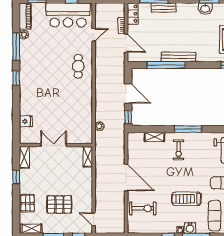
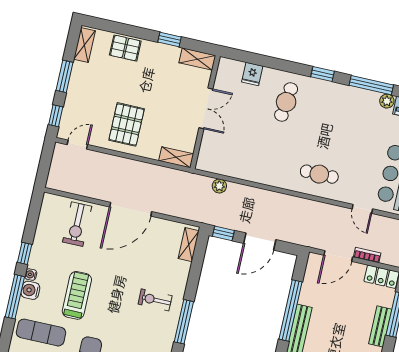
cafe table: (38, 97) -> (286, 102), added
shelving: (154, 137) -> (189, 245), moved
pallet: (59, 204) -> (127, 124), moved

